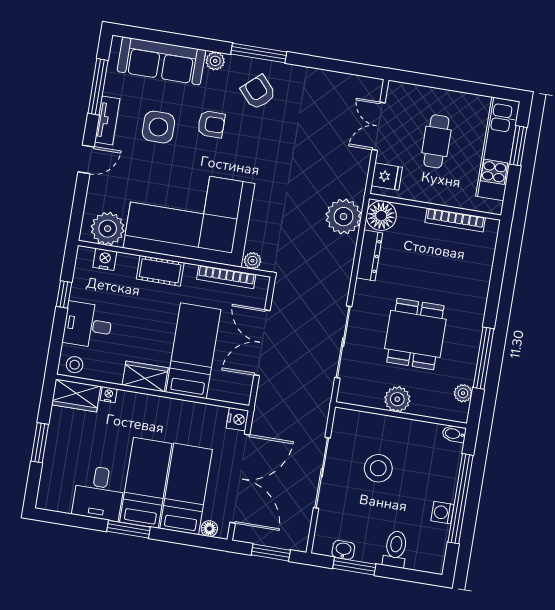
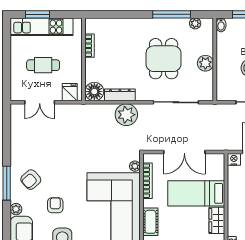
plant: (344, 217) -> (126, 115), moved
bookcase: (455, 220) -> (90, 46), width x0.64
dining table: (415, 334) -> (164, 59), turned 90

